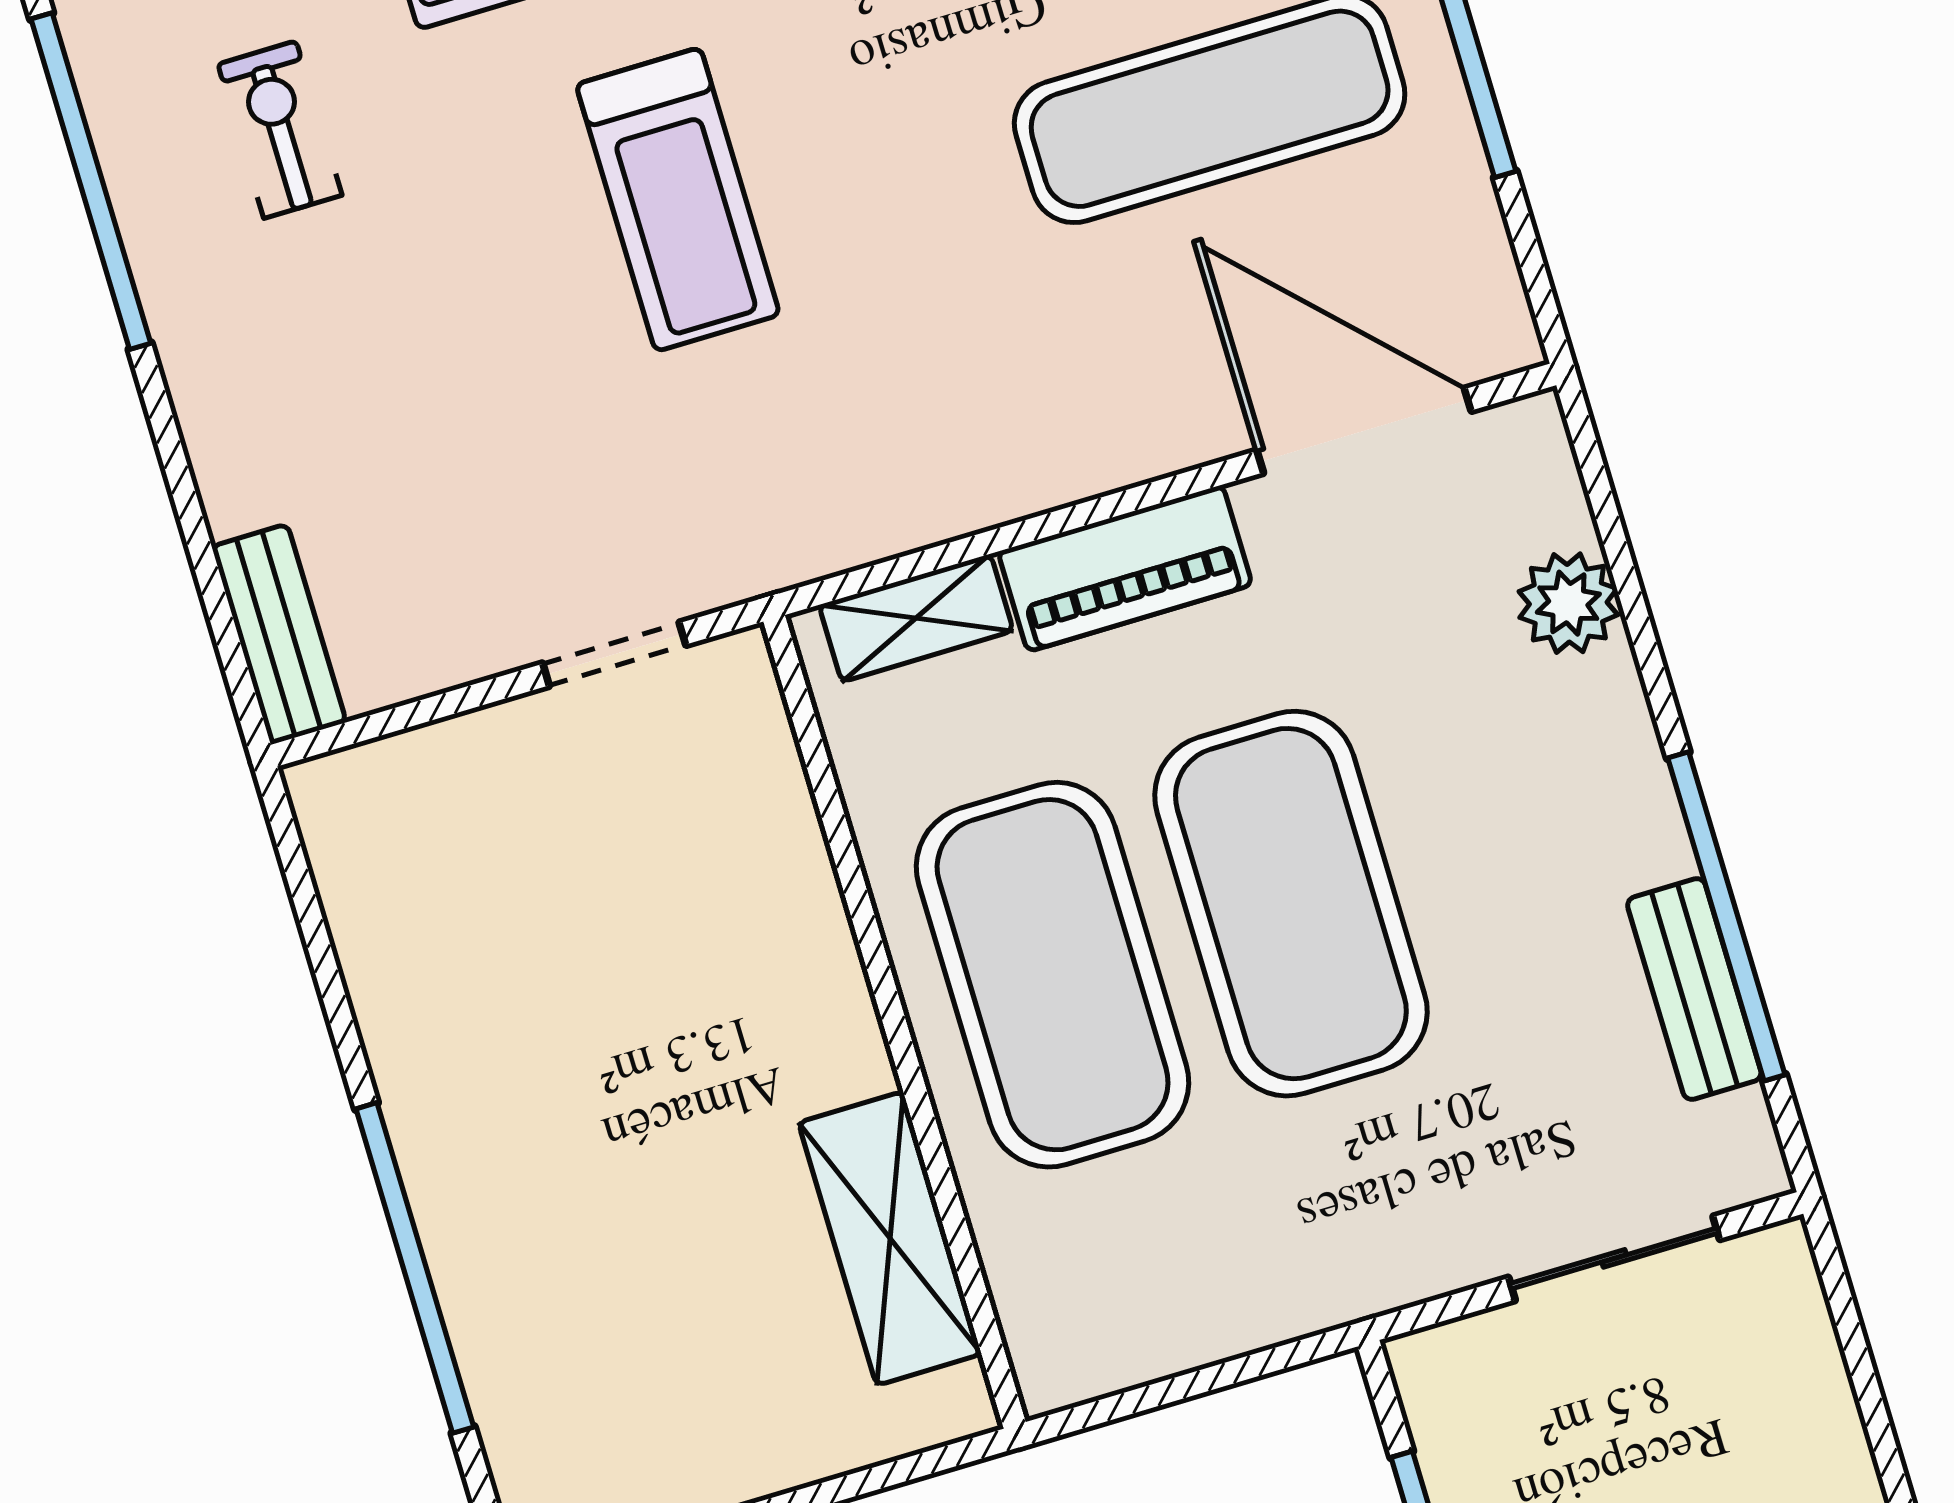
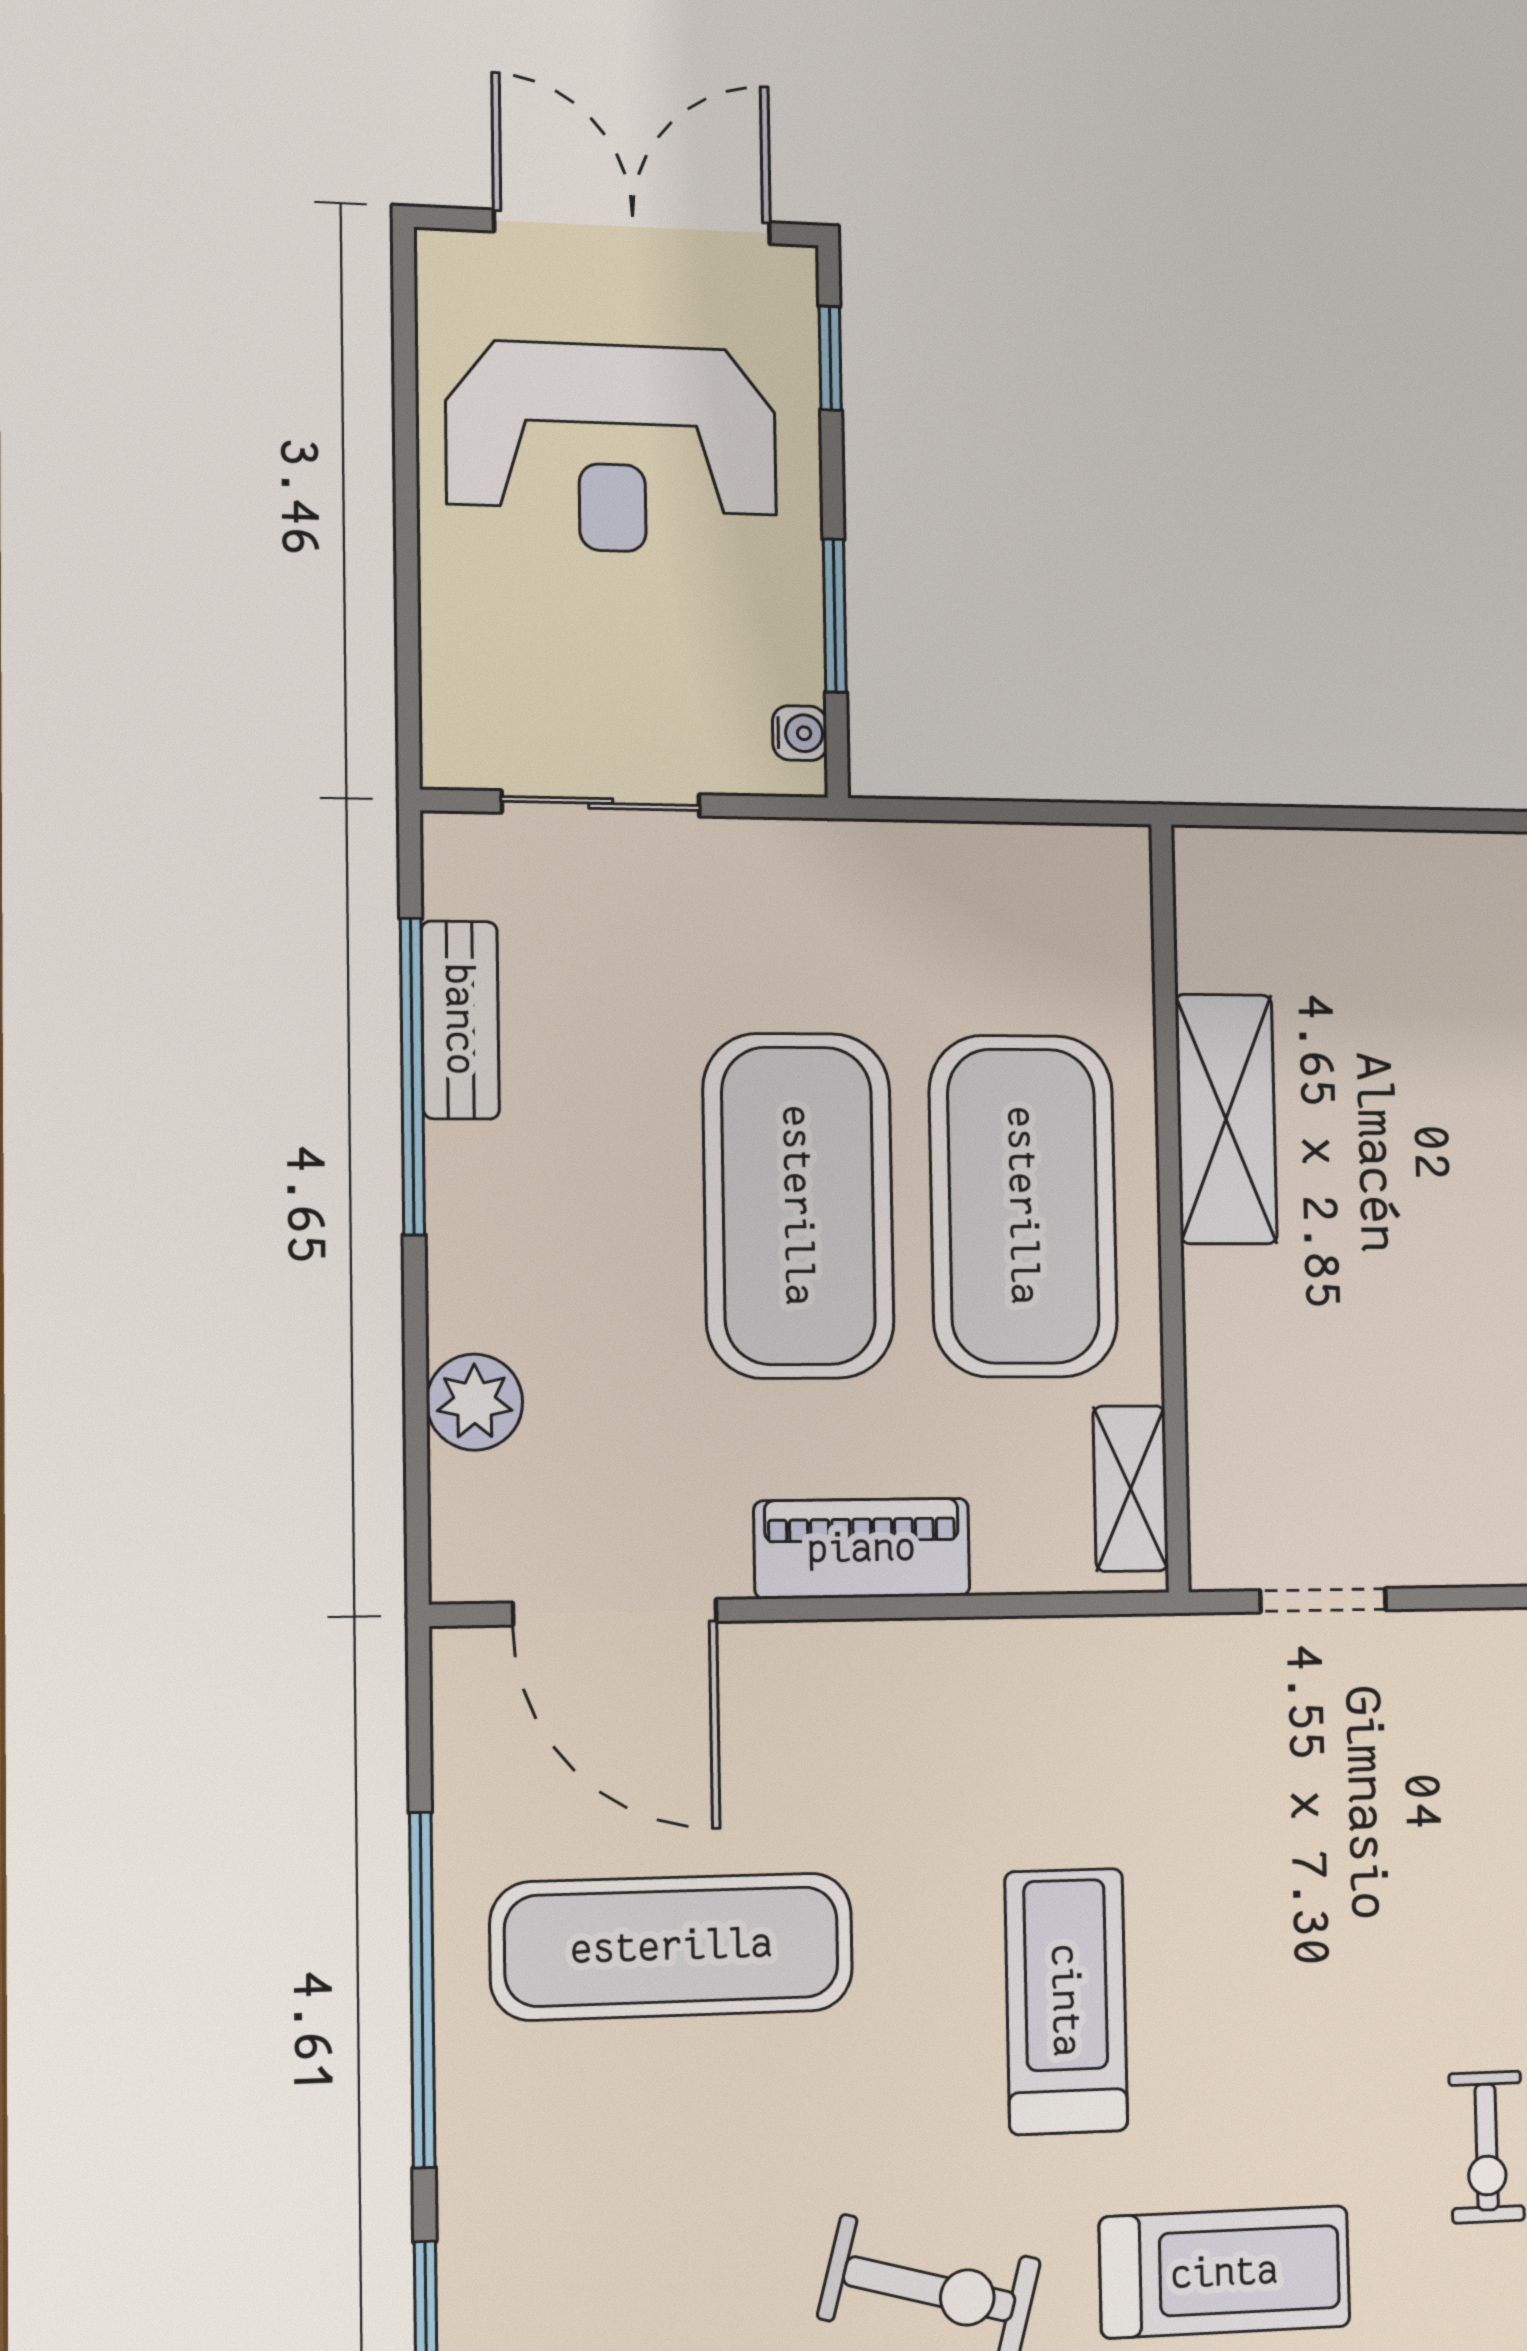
treadmill: (678, 200) -> (1066, 2001), moved
shelving: (916, 618) -> (1131, 1489), moved, turned 90
shelving: (890, 1238) -> (1226, 1119), moved
water cooler: (1428, 1399) -> (800, 733), added

